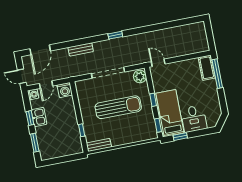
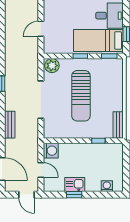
door: (158, 63) -> (41, 29), moved
door: (22, 76) -> (27, 195), hinge flipped
washing machine: (33, 94) -> (107, 186), moved
sun lounger: (118, 107) -> (81, 96), turned 180
window: (35, 143) -> (102, 195), removed

